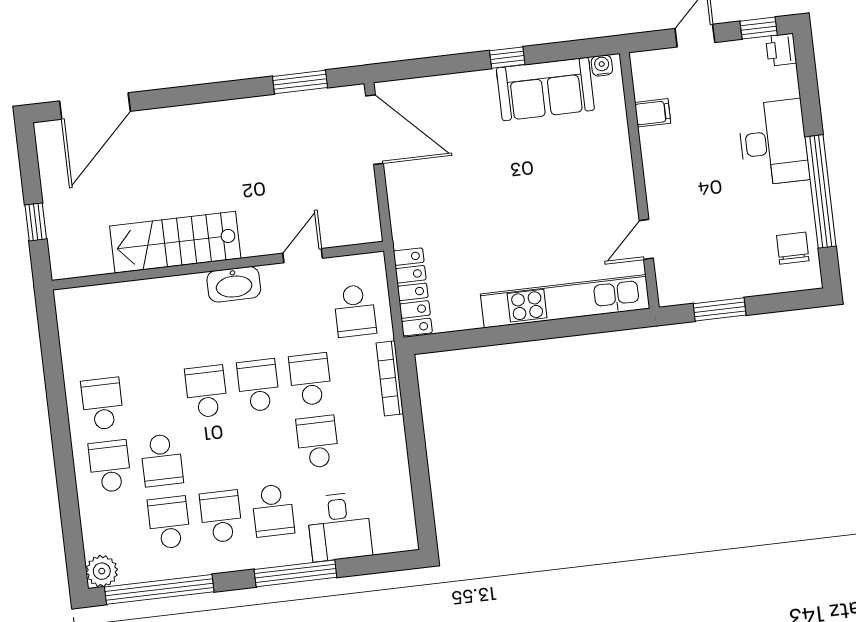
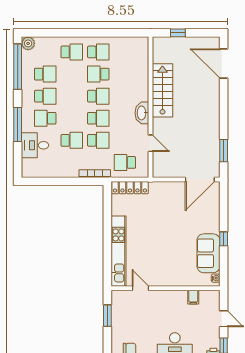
school desk: (162, 460) -> (98, 74), moved

